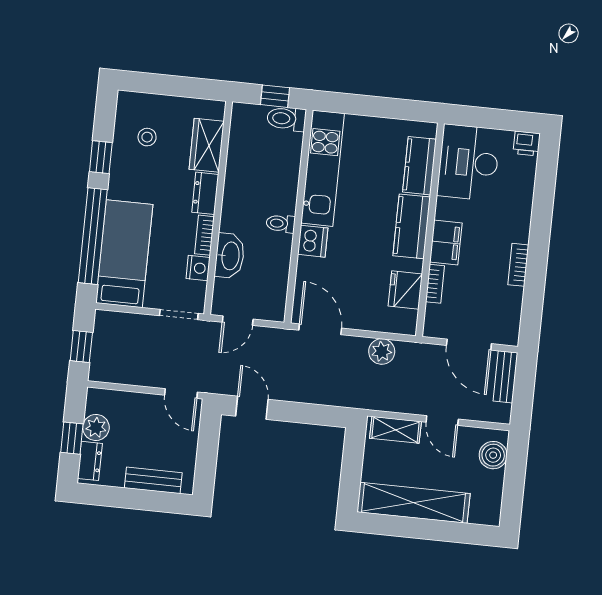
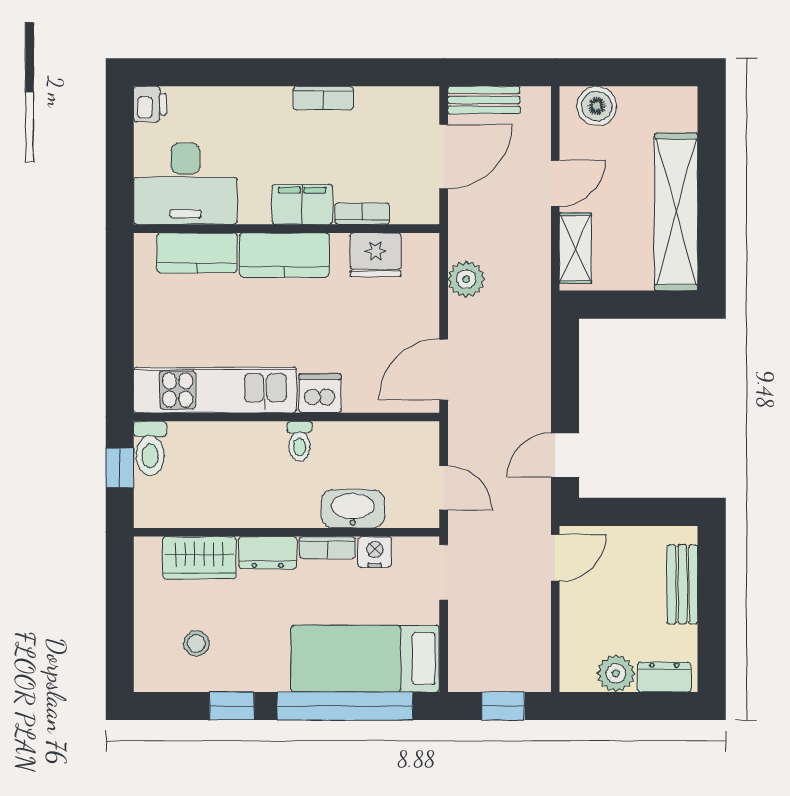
window: (72, 438) -> (634, 706), removed

